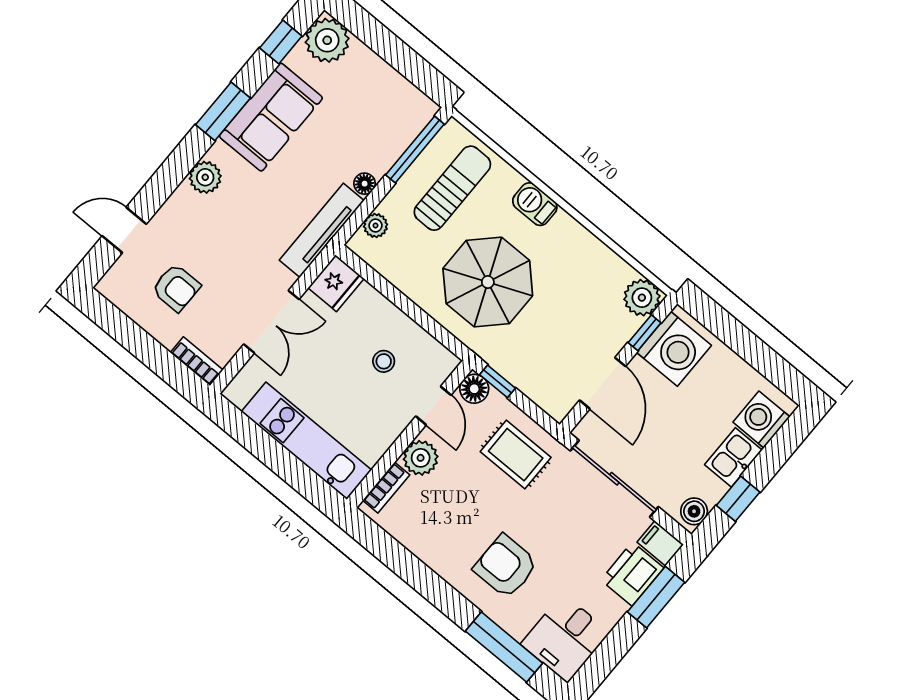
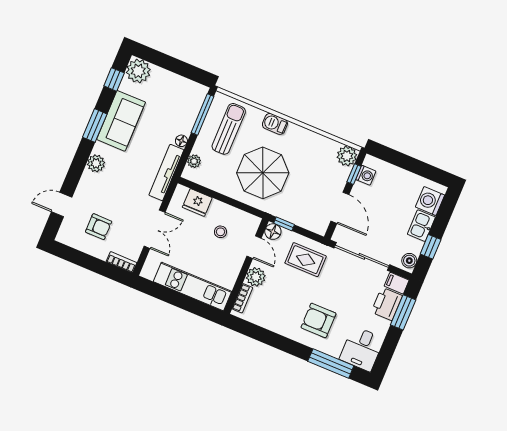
fridge: (336, 283) -> (197, 203), moved, turned 90
washing machine: (674, 349) -> (366, 175), width x0.53, depth x0.53

